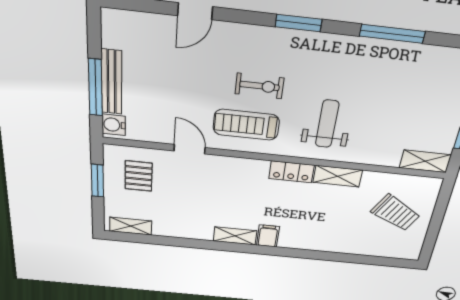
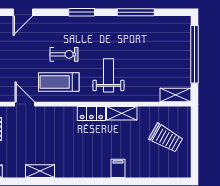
shelving: (235, 236) -> (40, 171), moved
filing cabinet: (268, 236) -> (118, 168), moved

